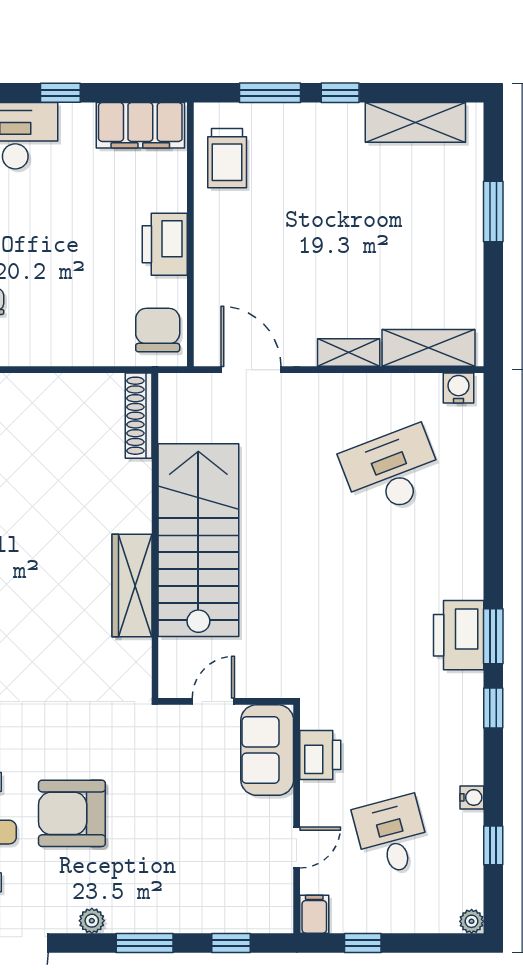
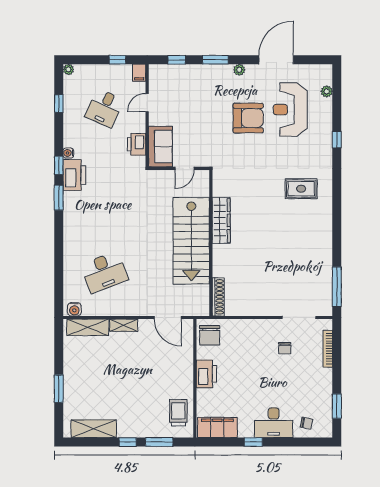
printer: (459, 635) -> (74, 175), moved
water cooler: (472, 797) -> (68, 153), moved
desk: (392, 835) -> (104, 108), turned 39

